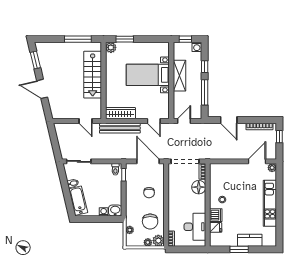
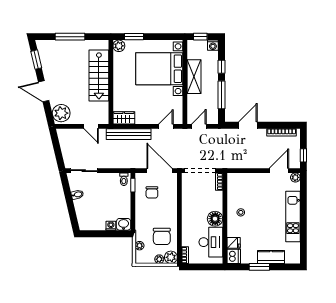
window: (78, 39) -> (70, 37), moved
bed with nightstands: (148, 75) -> (159, 69), width x1.36
plant: (58, 109) -> (61, 113), added
wardrobe: (120, 113) -> (124, 118), width x0.67
door: (229, 120) -> (248, 125), swing flipped
door: (154, 121) -> (166, 126), swing flipped
window: (279, 137) -> (303, 155), moved
floor lamp: (199, 187) -> (215, 219), moved
chair: (149, 193) -> (152, 192), moved
bathtub: (78, 201) -> (83, 214), removed
dishwasher: (216, 215) -> (234, 256), moved

